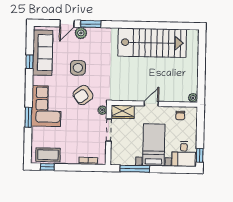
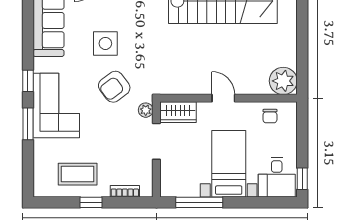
window: (29, 62) -> (28, 81), moved
plant: (193, 98) -> (283, 81), width x1.88, depth x1.88
door: (151, 104) -> (223, 98), hinge flipped
coffee table: (48, 155) -> (78, 174), moved
window: (47, 167) -> (91, 202), moved

